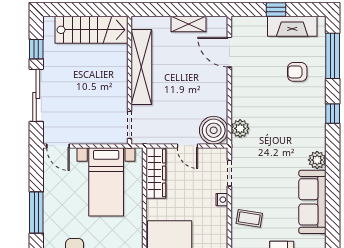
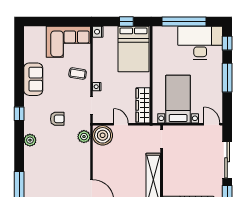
armchair: (297, 72) -> (57, 119), moved
window: (333, 114) -> (19, 114), moved
plant: (317, 160) -> (30, 140), moved
sofa: (312, 202) -> (33, 79), width x0.73

